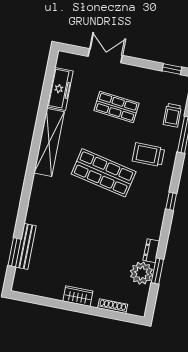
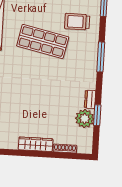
window: (171, 201) -> (101, 57), width x2.17
wardrobe: (78, 296) -> (36, 144), width x1.50

